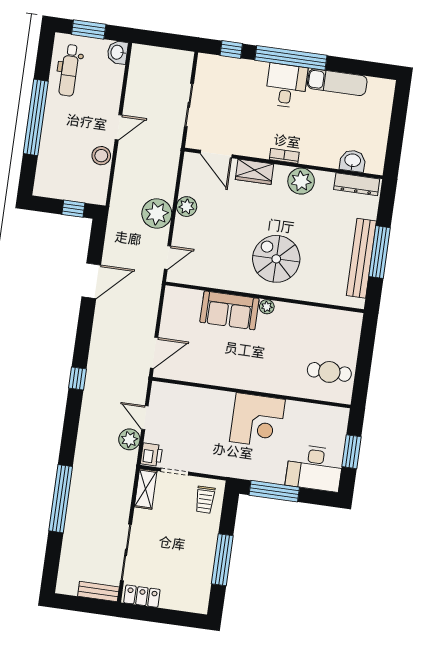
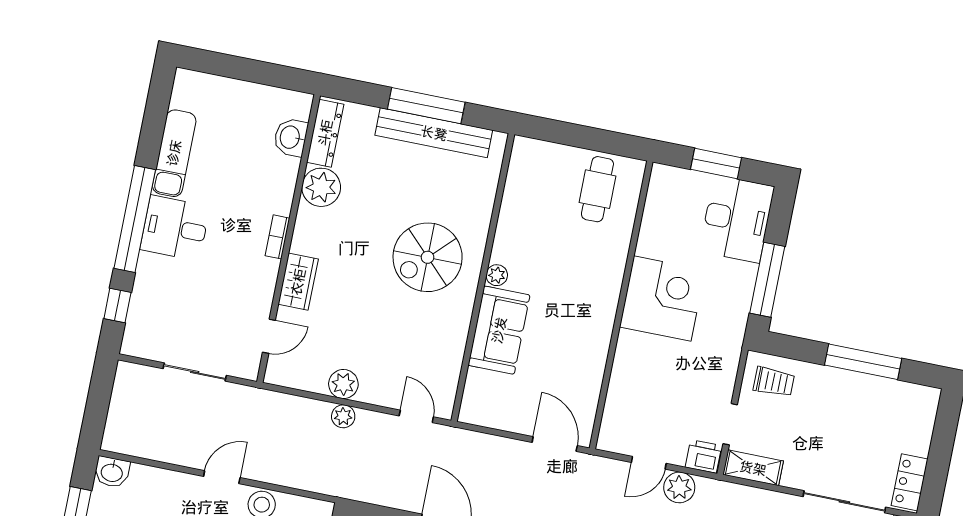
door: (118, 127) -> (222, 477), hinge flipped
door: (216, 154) -> (269, 336), width x0.73
plant: (301, 181) -> (321, 187), moved
plant: (157, 214) -> (343, 416), width x0.53, depth x0.53

